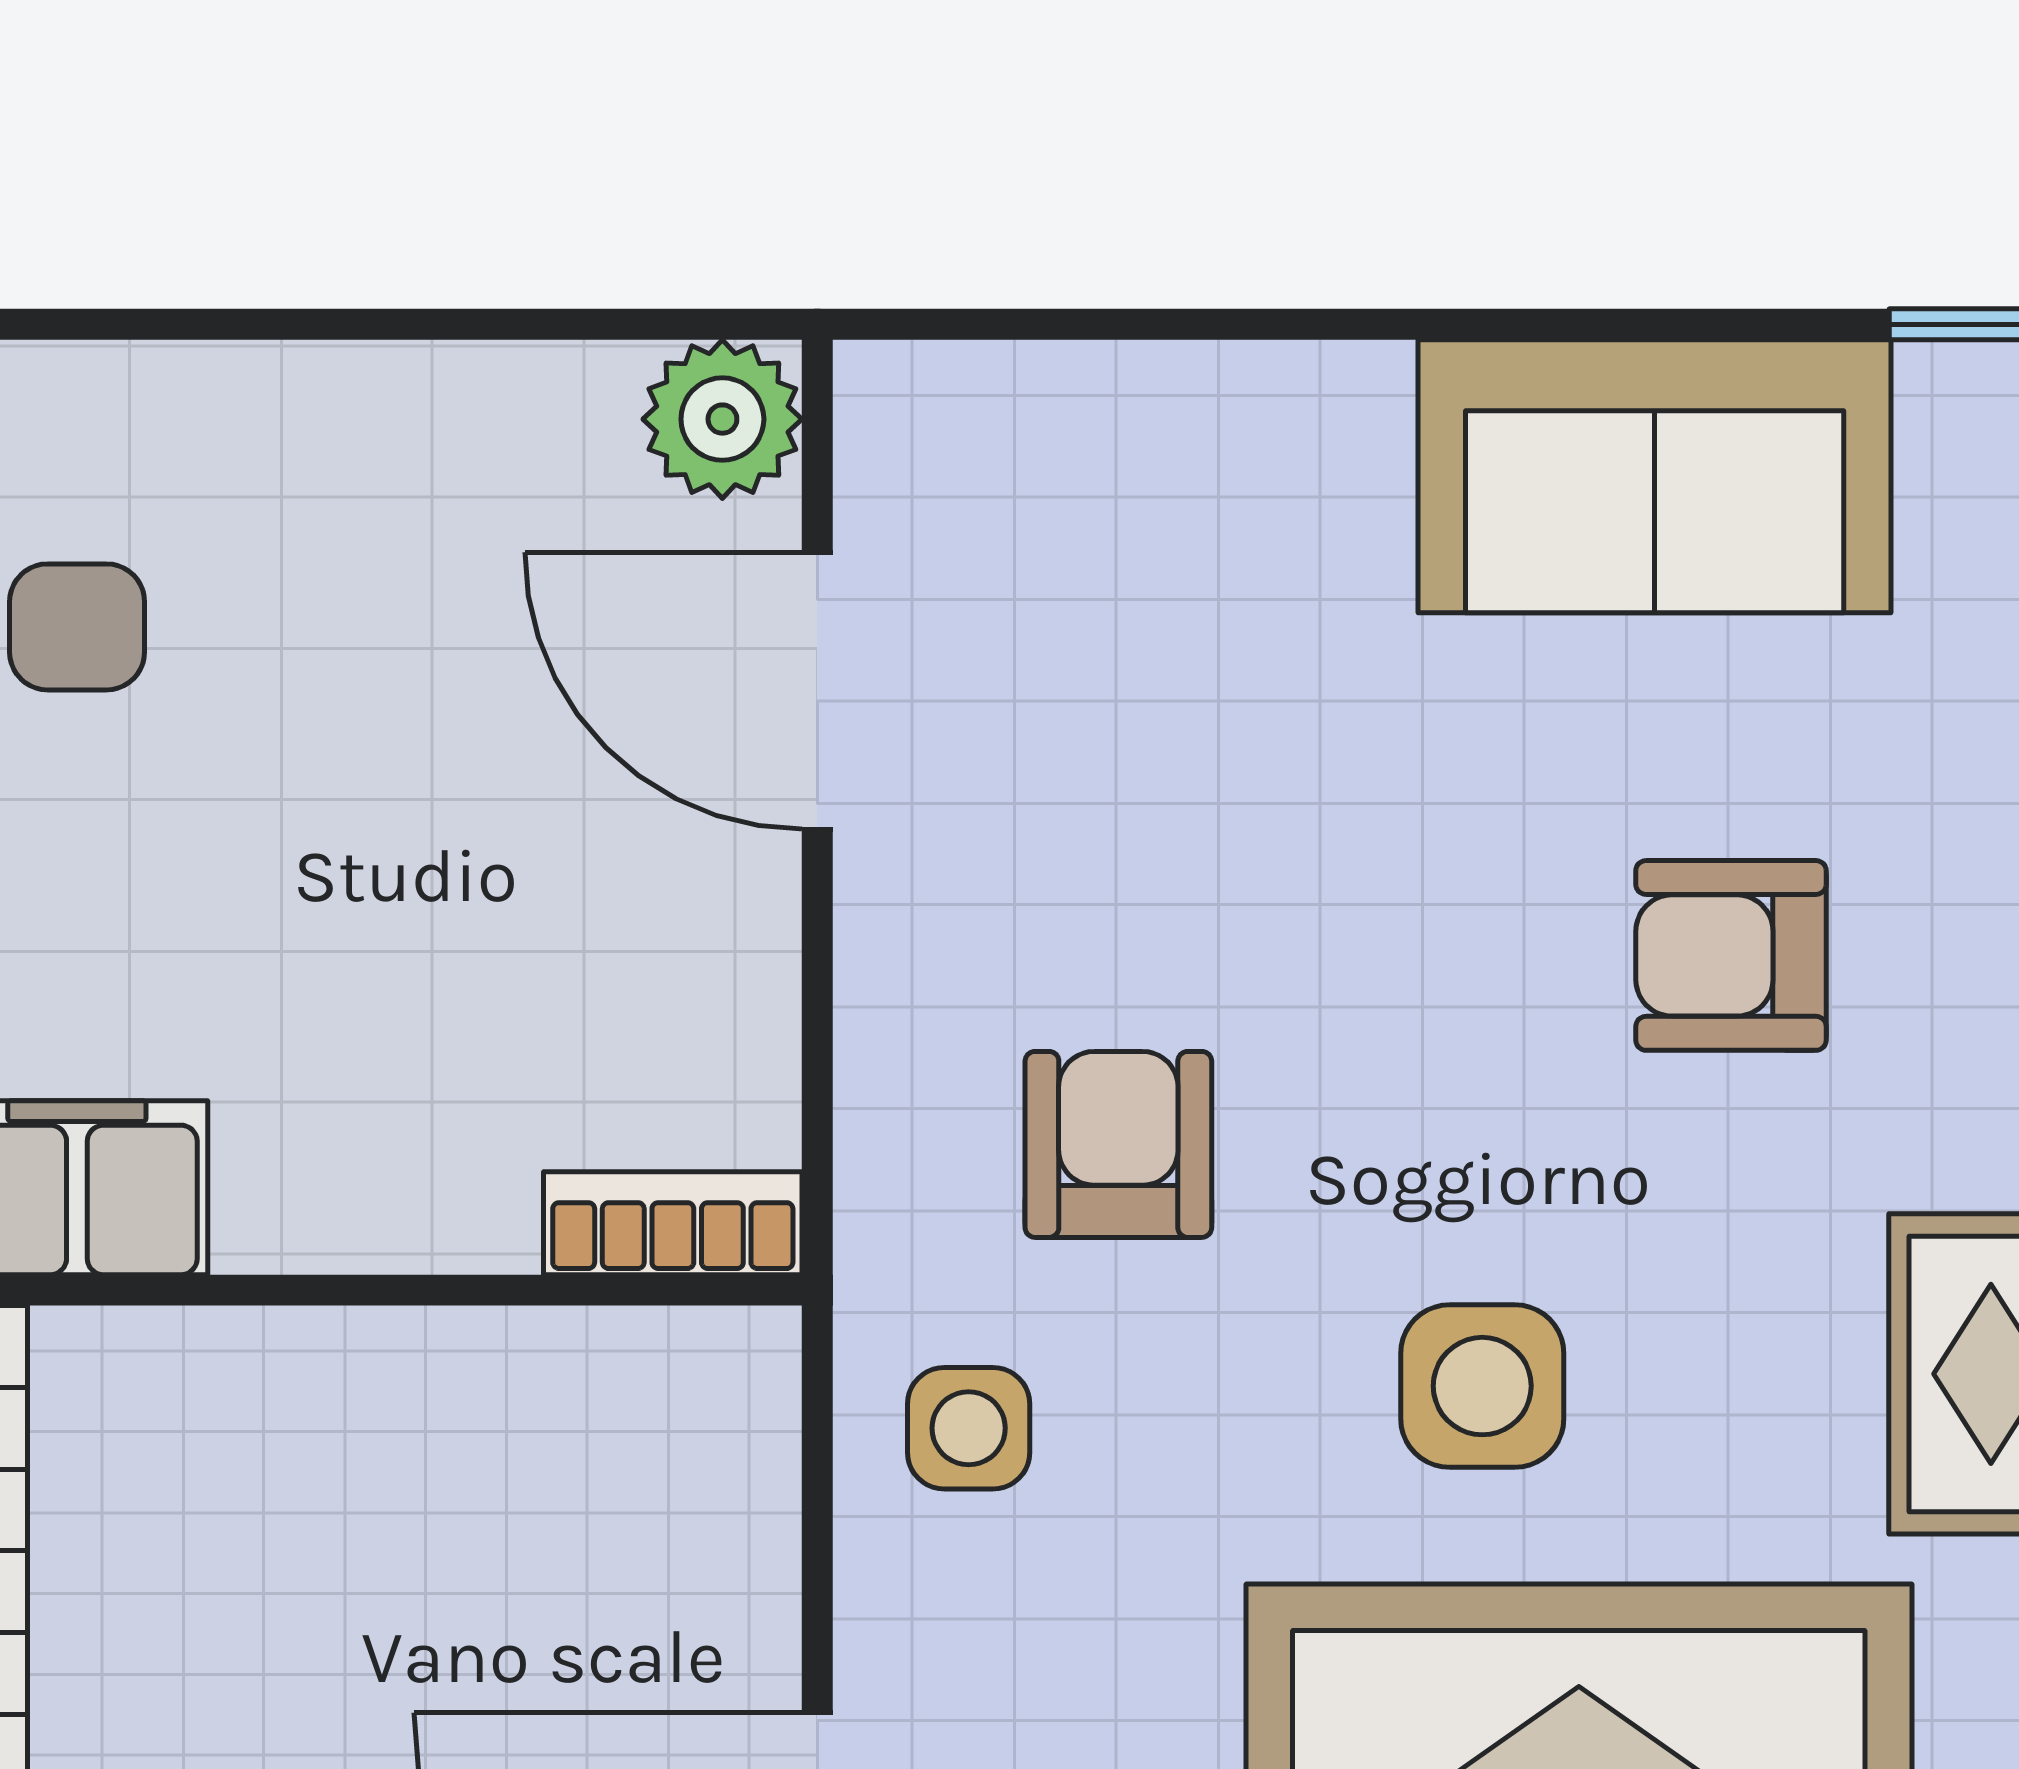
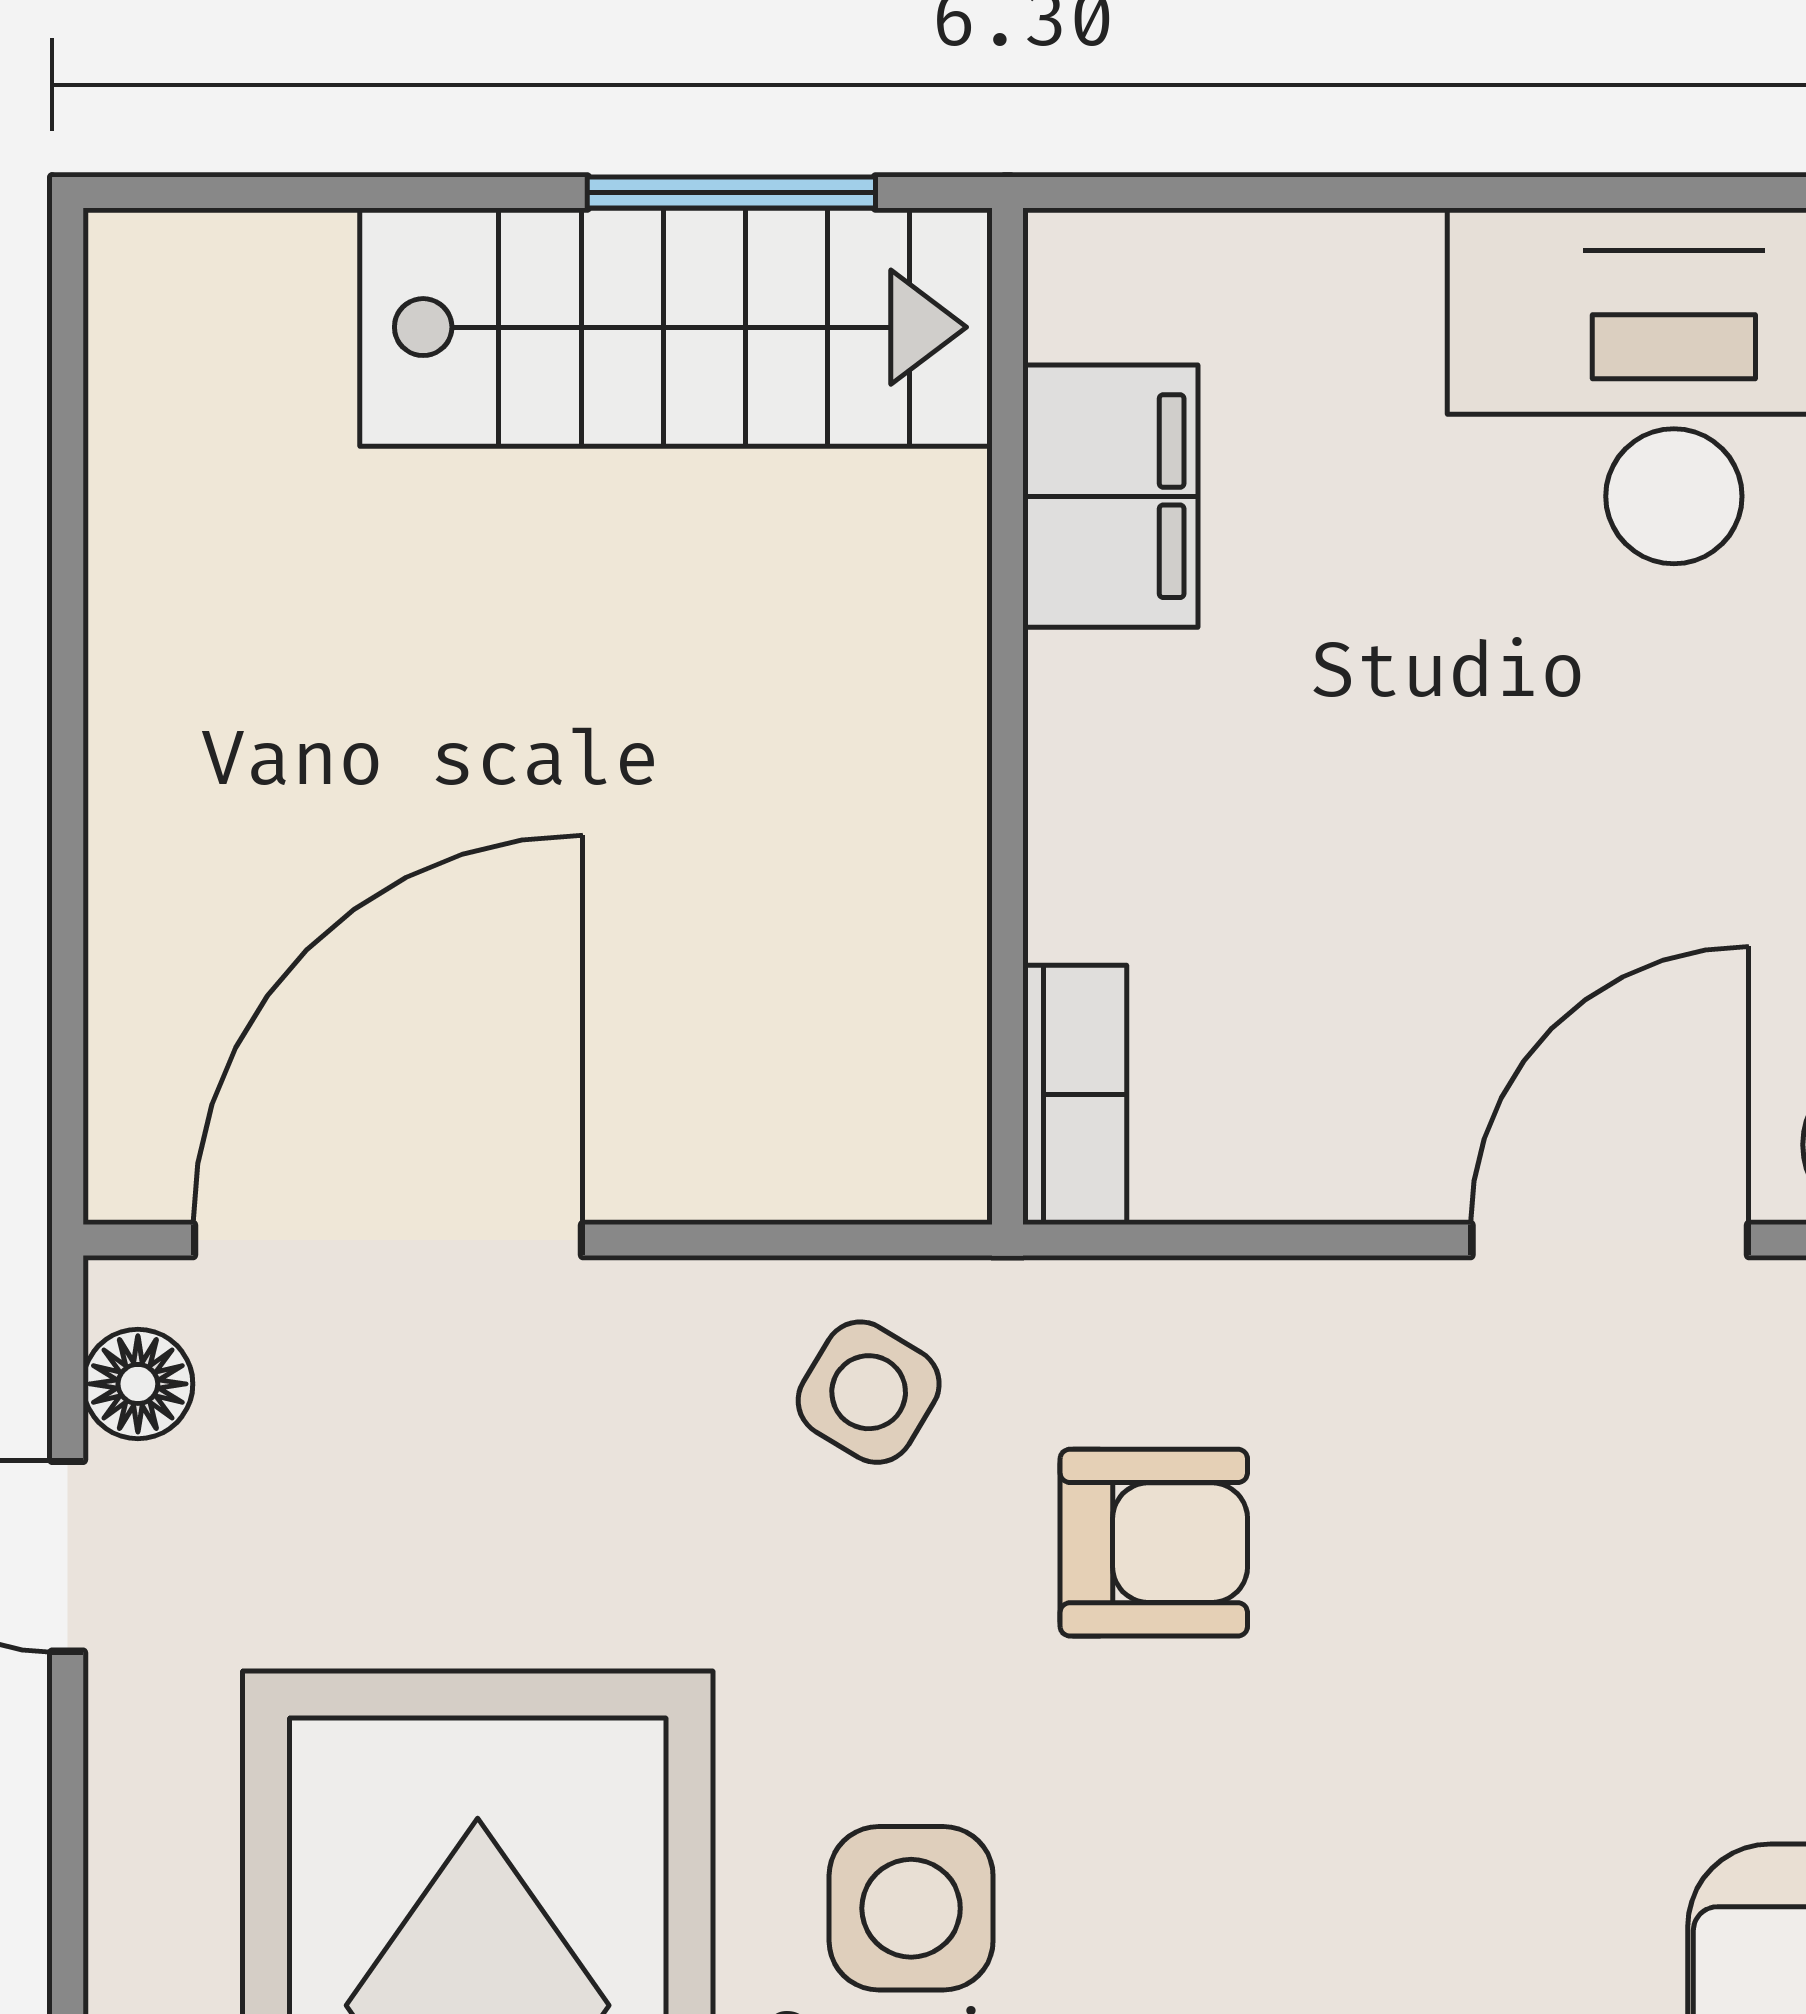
side table: (969, 1428) -> (869, 1392), turned 31

